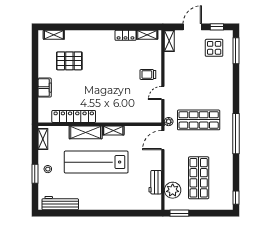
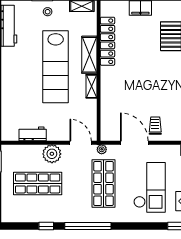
checkout: (202, 80) -> (149, 187), added
door: (163, 93) -> (134, 143), width x1.87
lab bench: (96, 162) -> (56, 67), turned 180
plant: (173, 190) -> (52, 154), moved
window: (236, 198) -> (46, 226), moved

